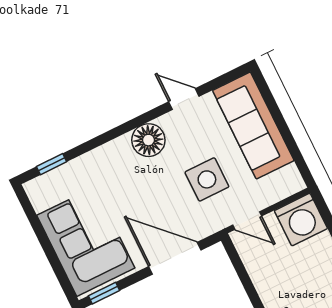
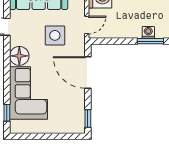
corner sofa: (86, 242) -> (29, 93), moved, turned 90
door: (175, 258) -> (88, 72), hinge flipped

